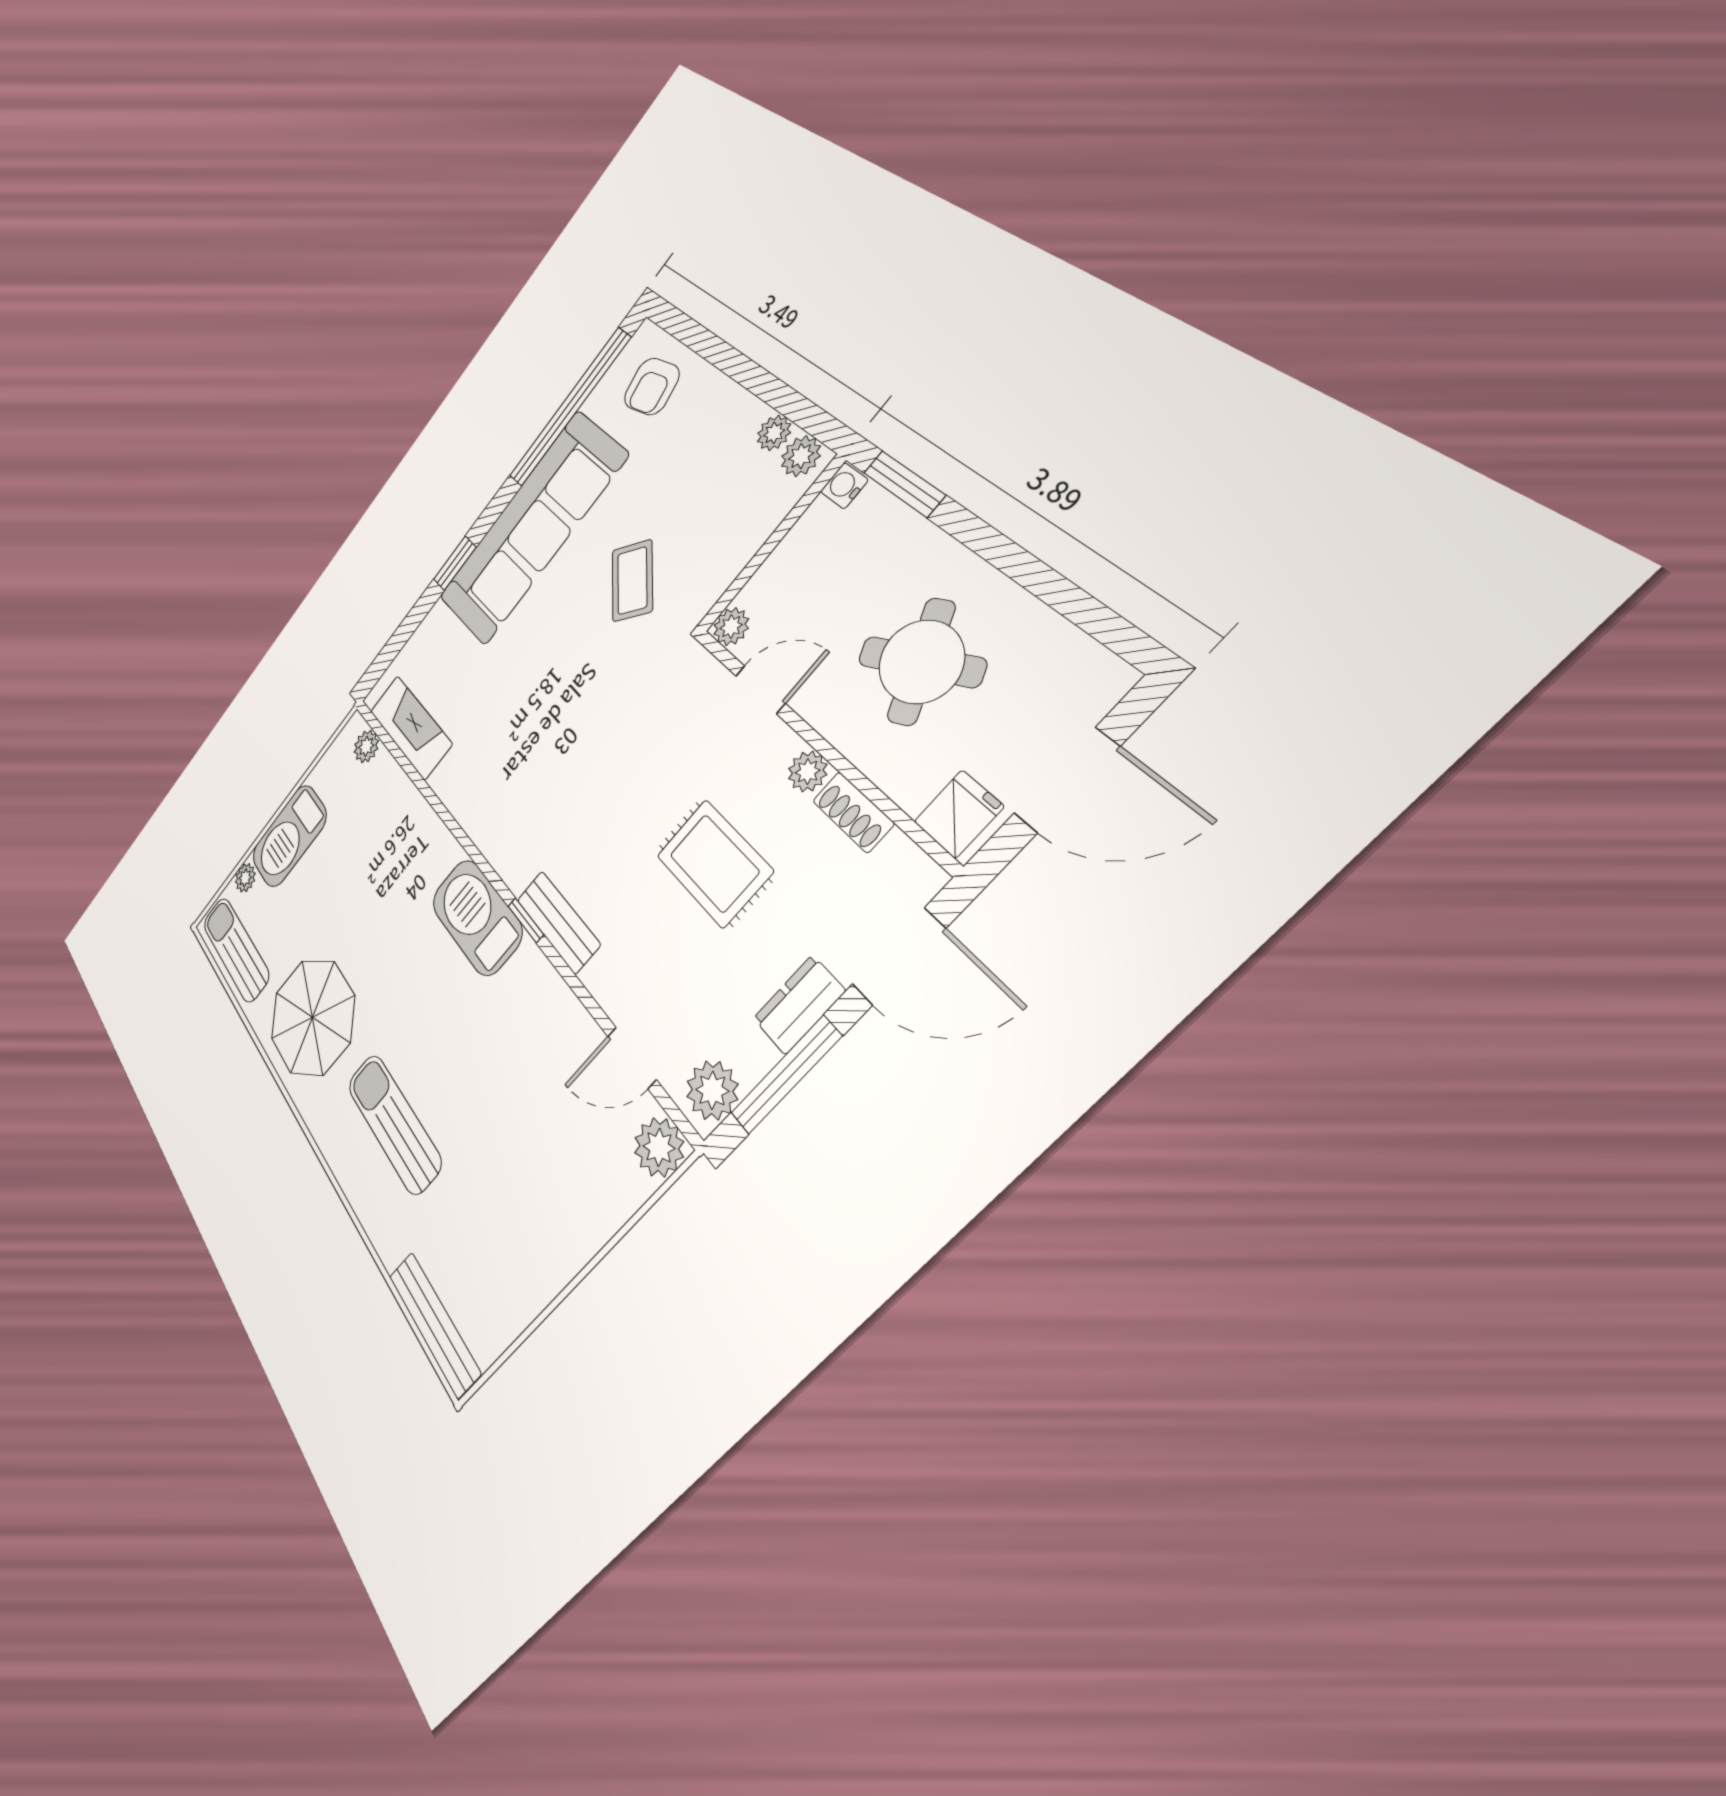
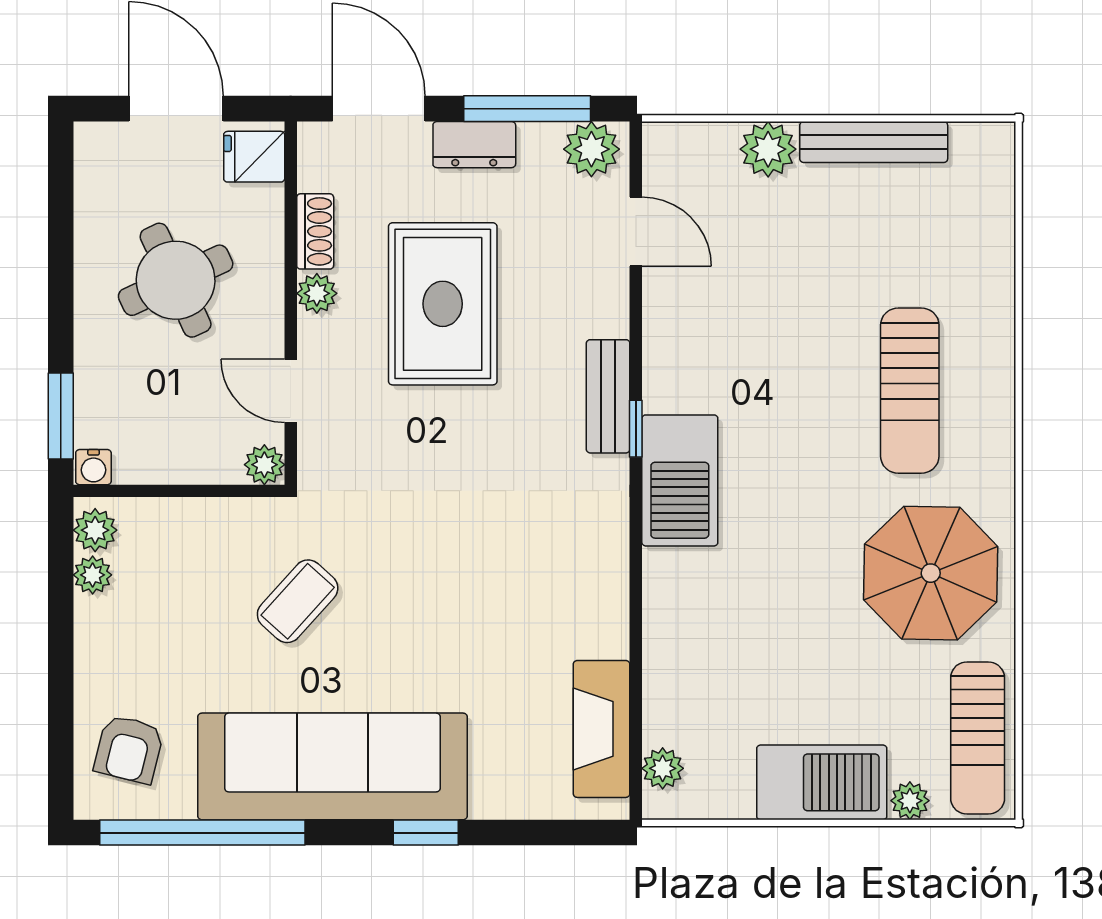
armchair: (652, 386) -> (129, 749), turned 116
rug: (714, 863) -> (443, 304), width x1.36, depth x1.43
plant: (659, 1147) -> (768, 149), moved
bench: (434, 1324) -> (874, 142), moved, turned 90

